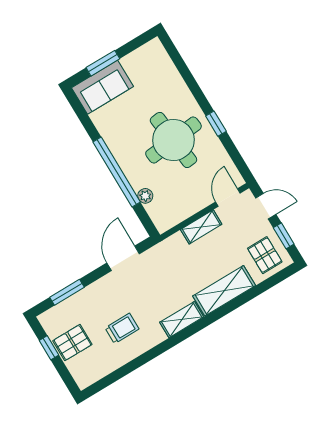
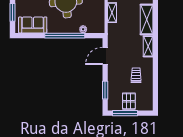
sofa: (103, 87) -> (33, 25), moved, turned -90
door: (123, 258) -> (105, 56), hinge flipped
window: (49, 348) -> (125, 113), width x2.17

